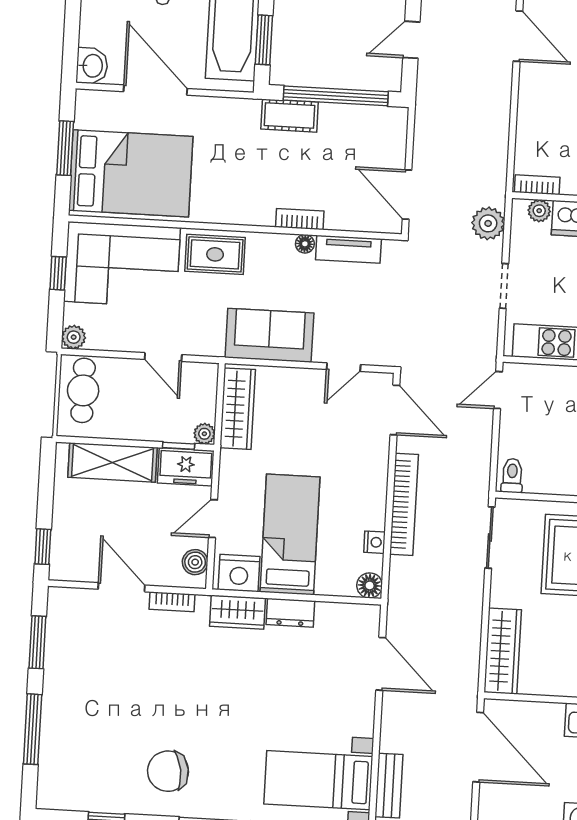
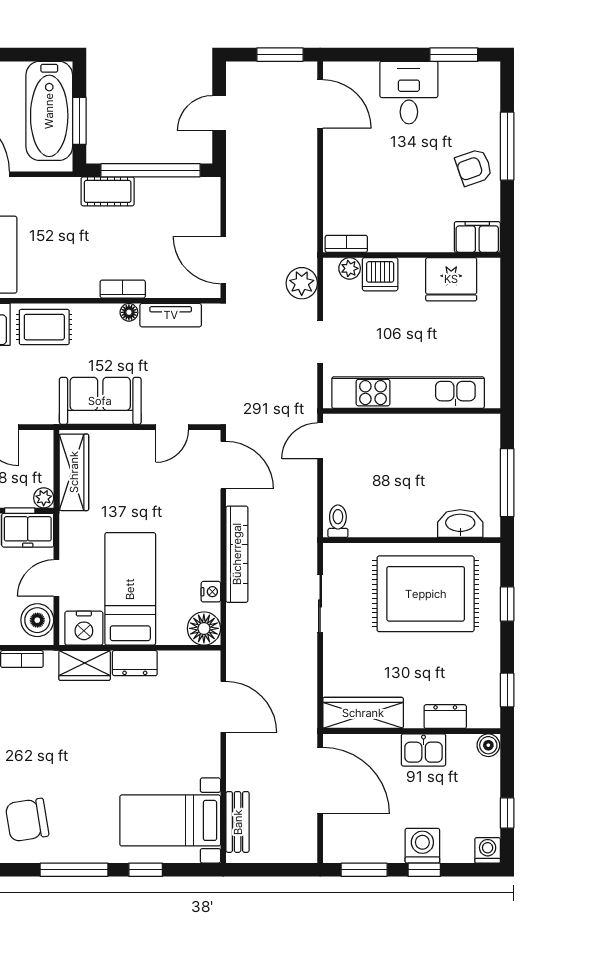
sliding door: (490, 538) -> (320, 603), moved
boiler: (195, 562) -> (37, 620), width x1.36, depth x1.36
floor lamp: (370, 585) -> (204, 628), width x1.38, depth x1.38
wardrobe: (503, 651) -> (363, 713), moved, turned -90

